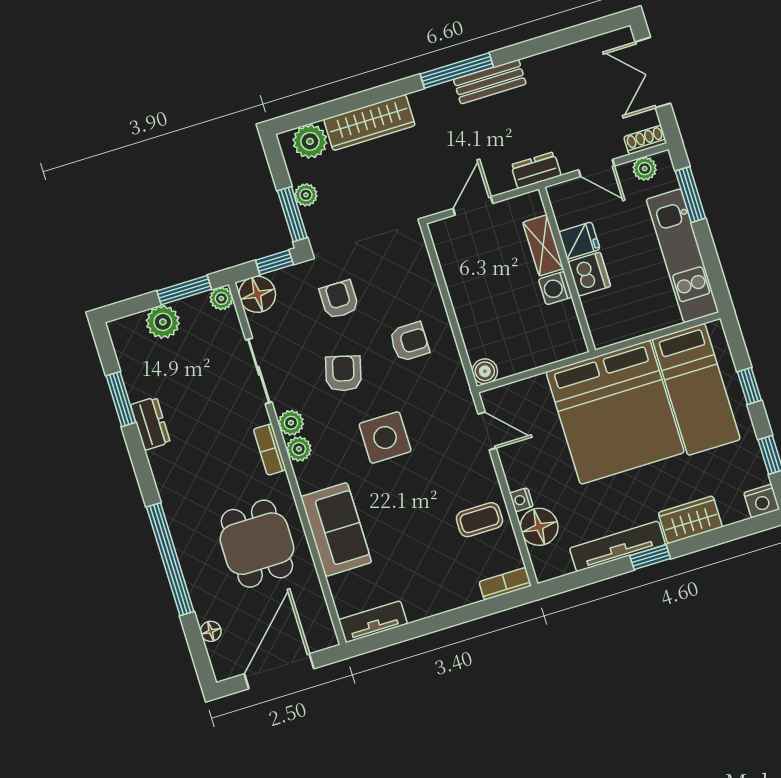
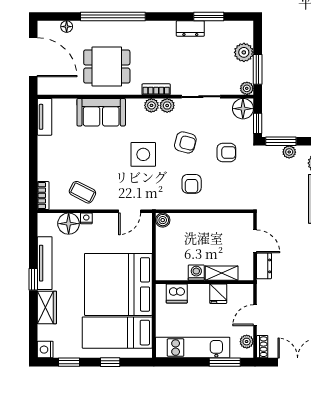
dresser: (536, 170) -> (264, 266), moved
dishwasher: (589, 274) -> (177, 293), moved
coffee table: (479, 520) -> (82, 192), turned -63

